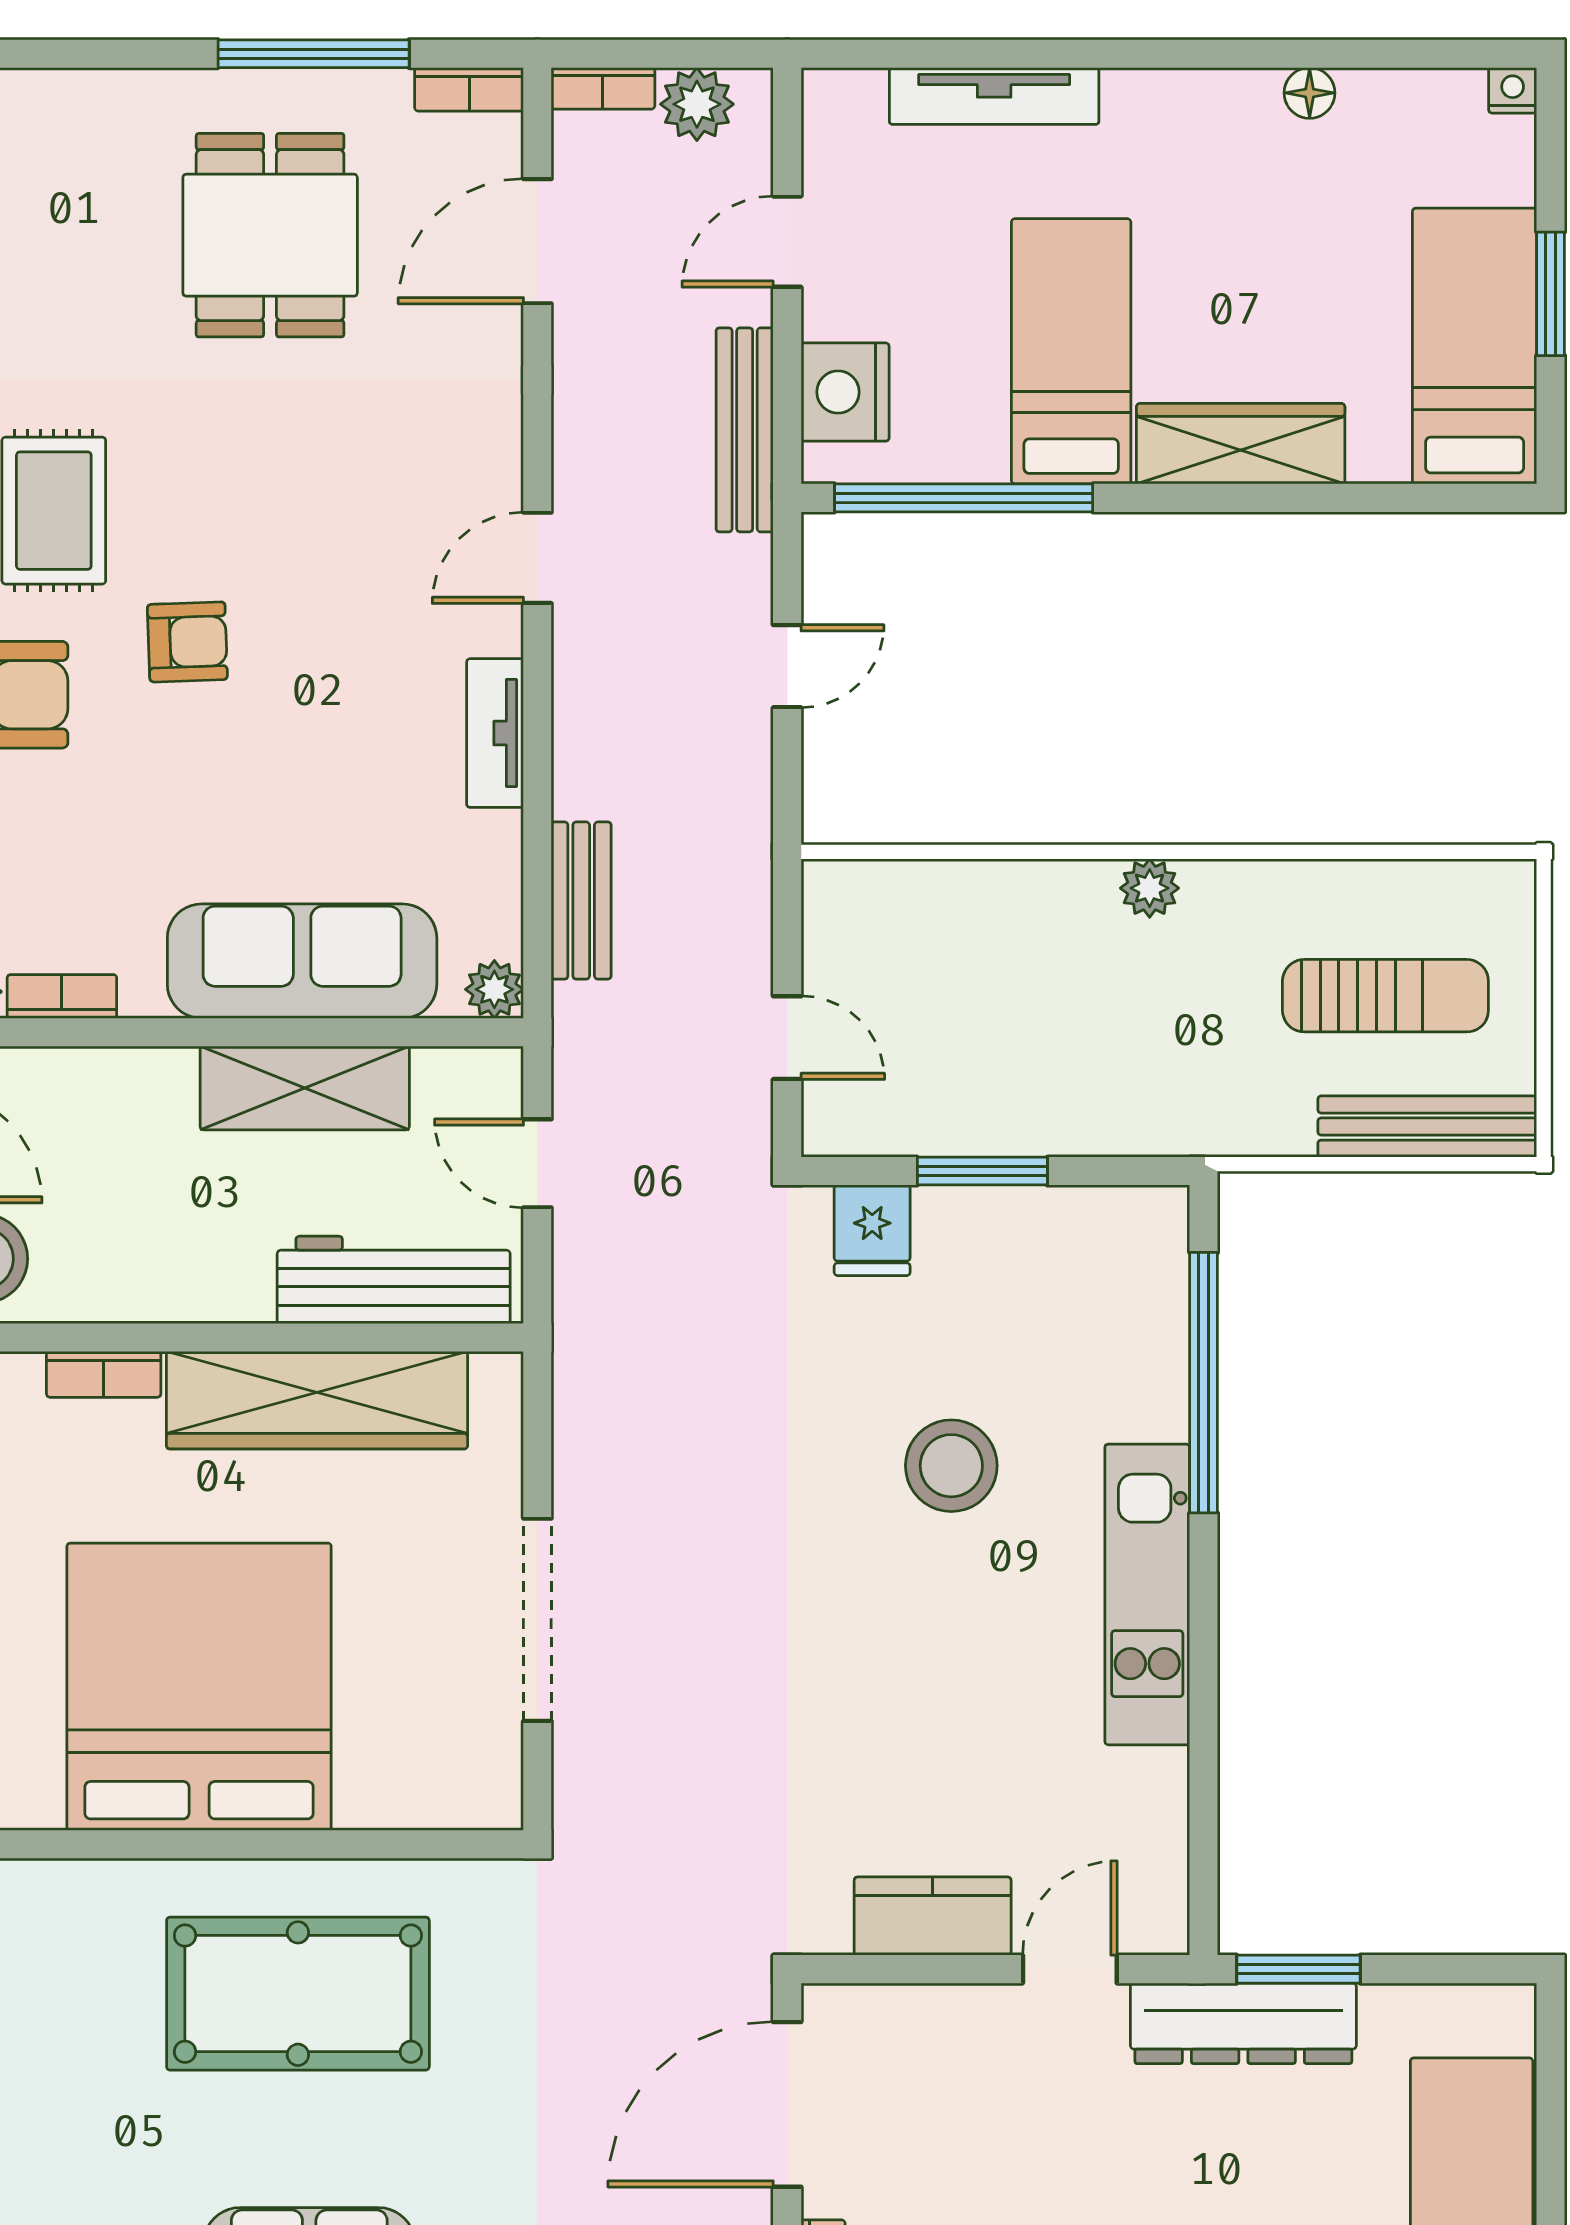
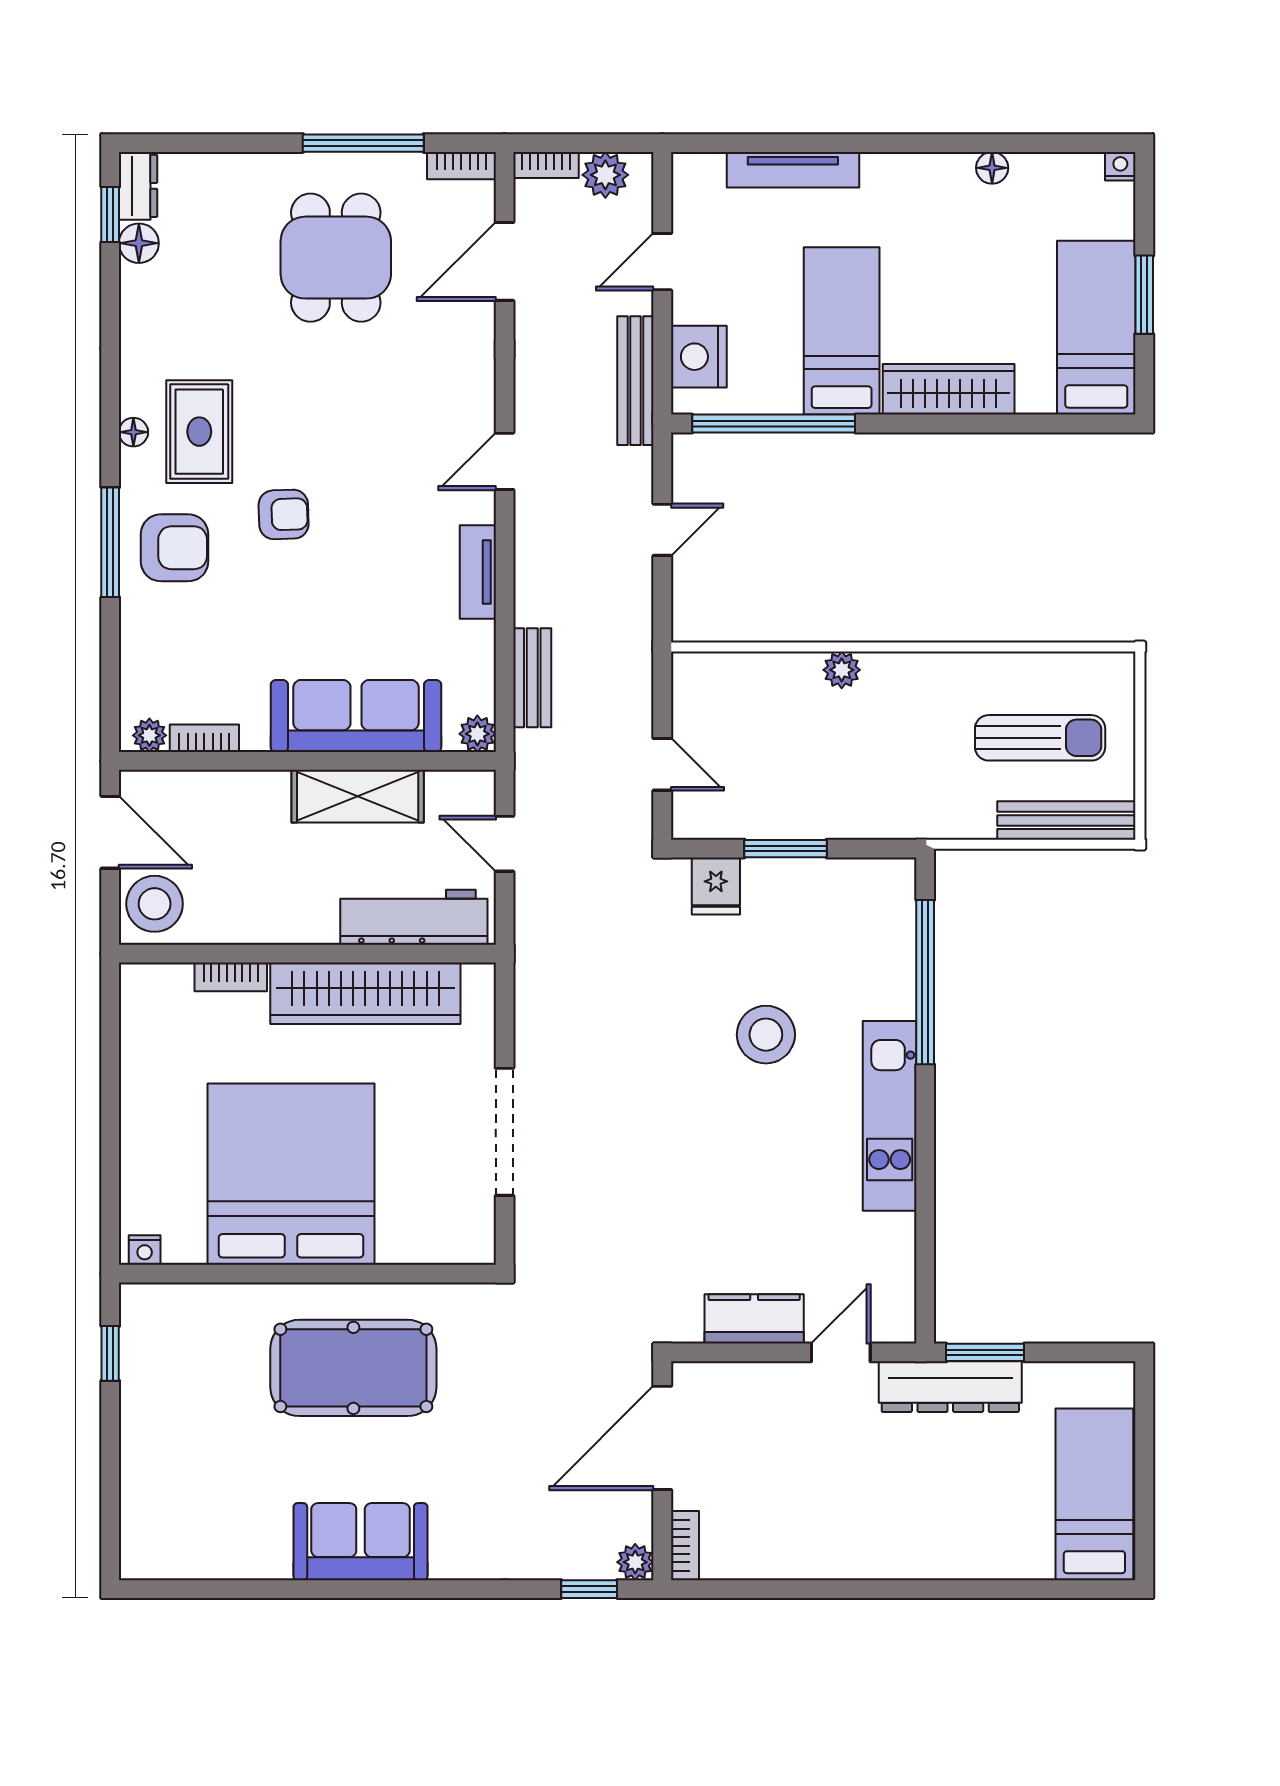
plant: (1150, 888) -> (842, 670), moved

